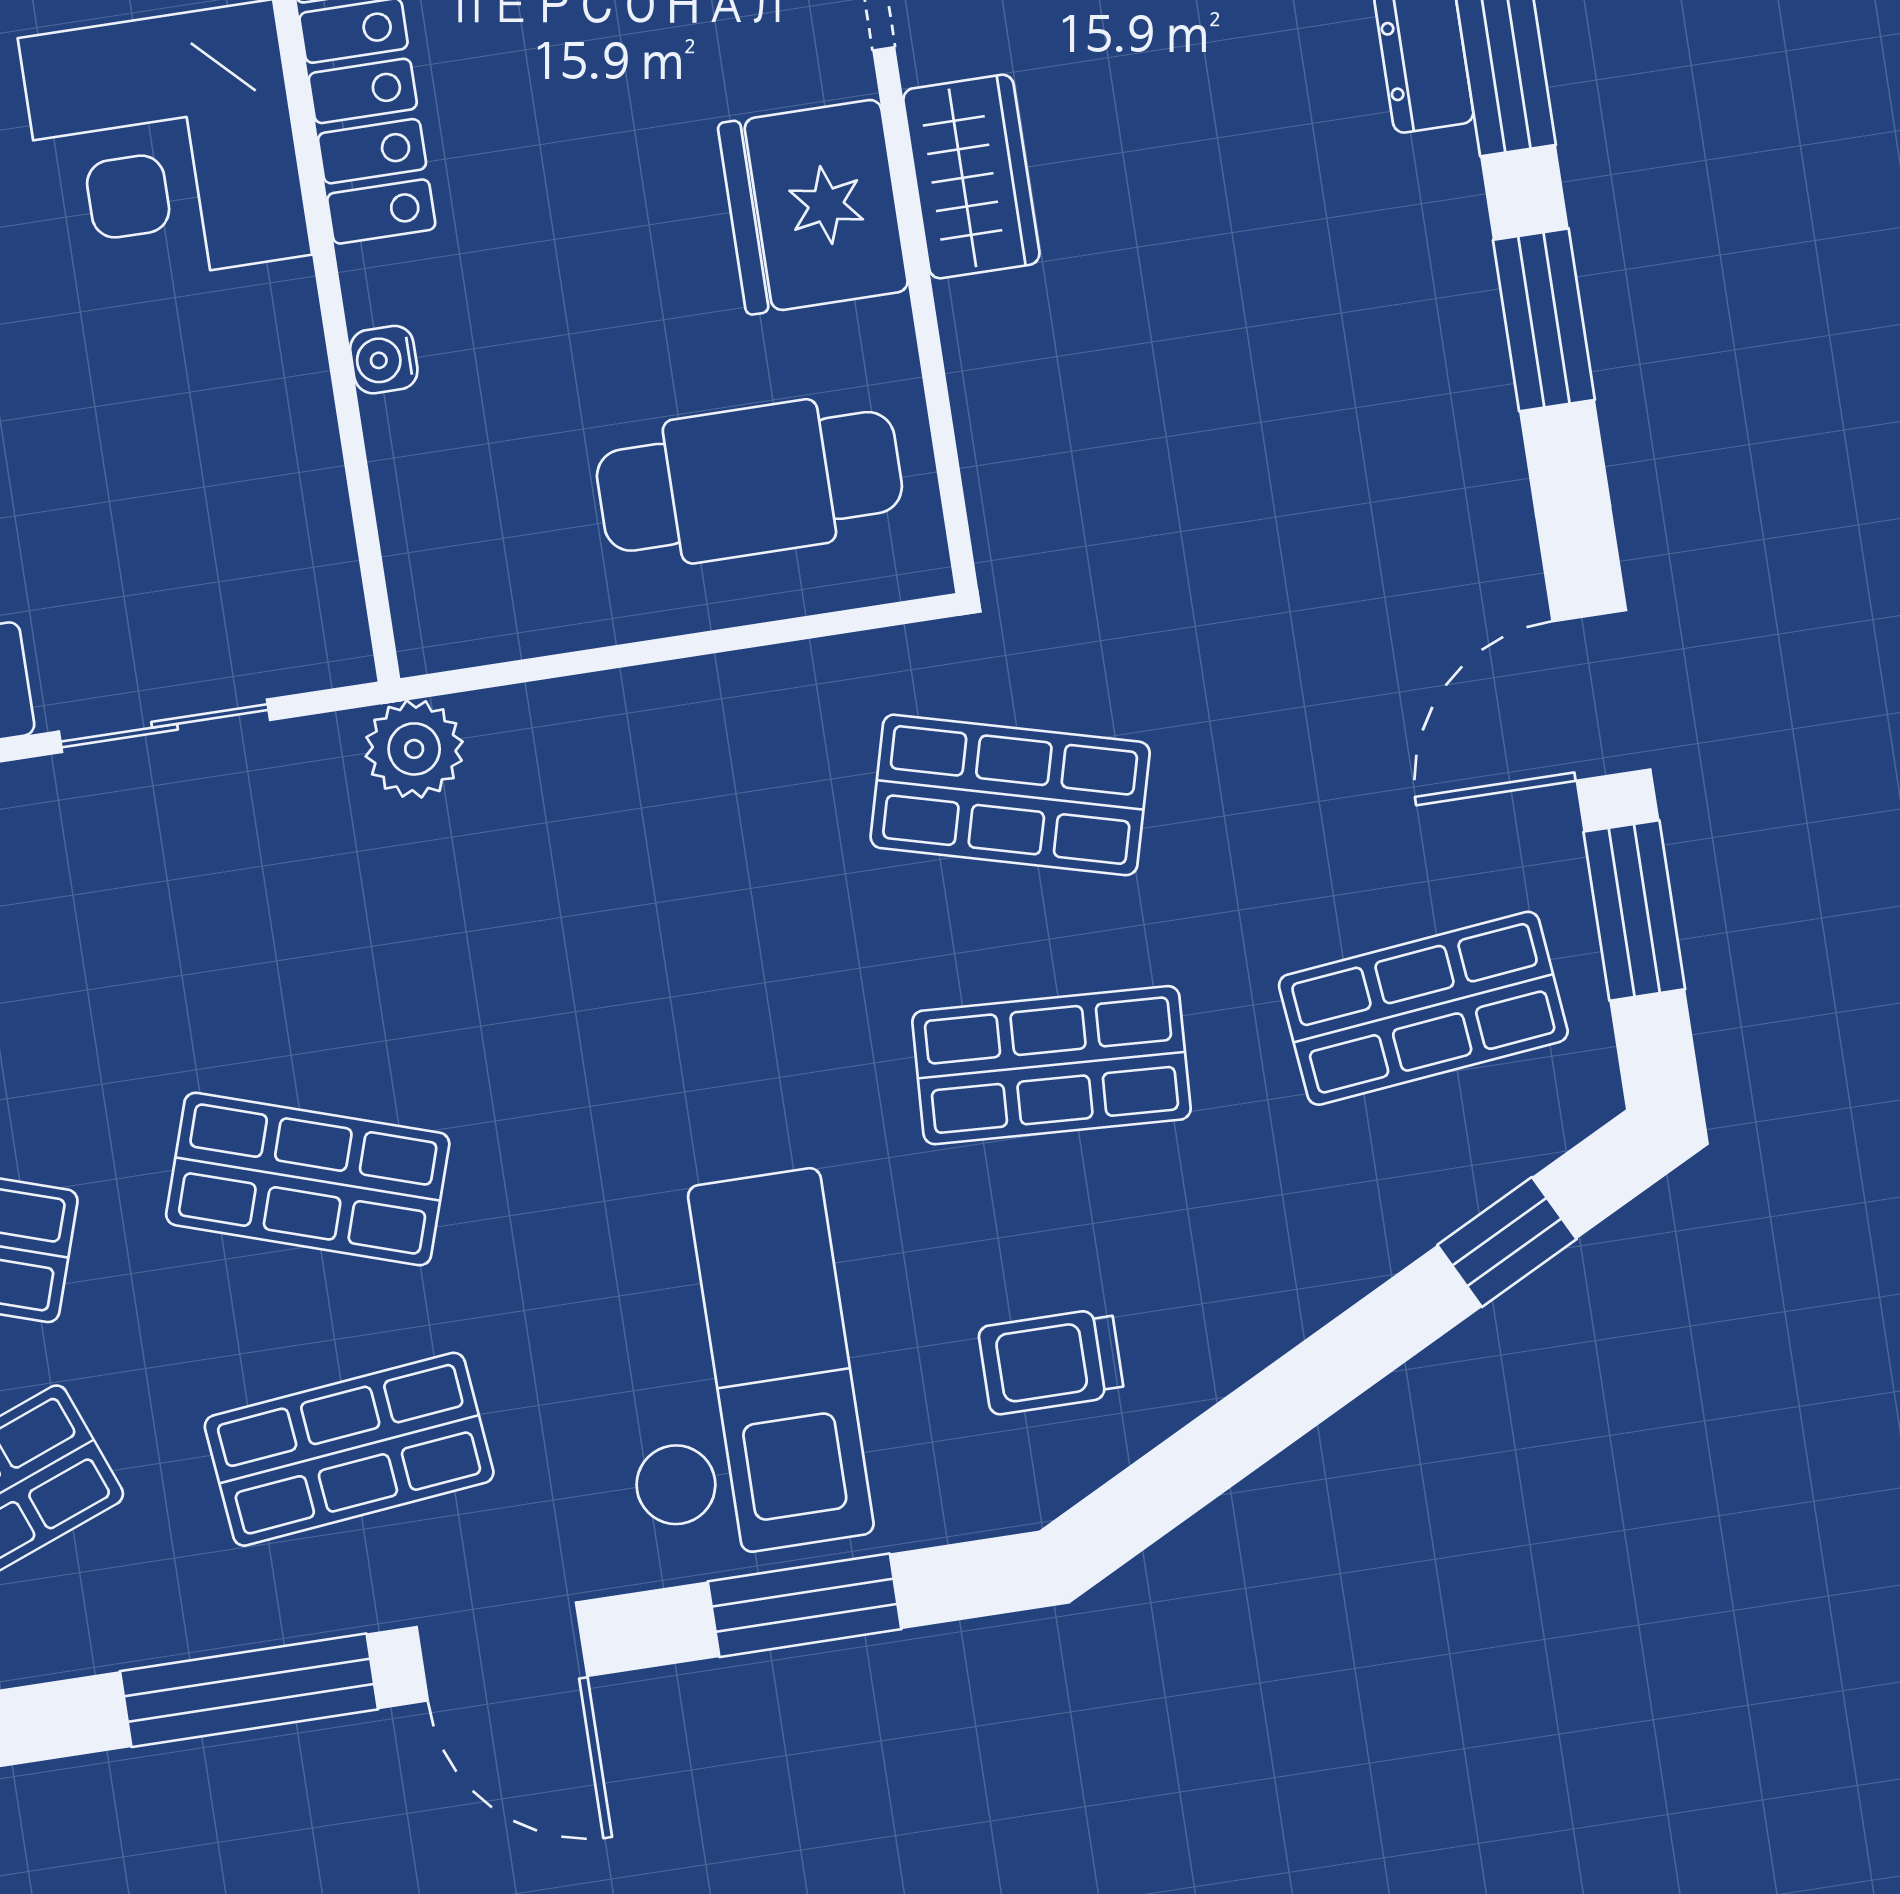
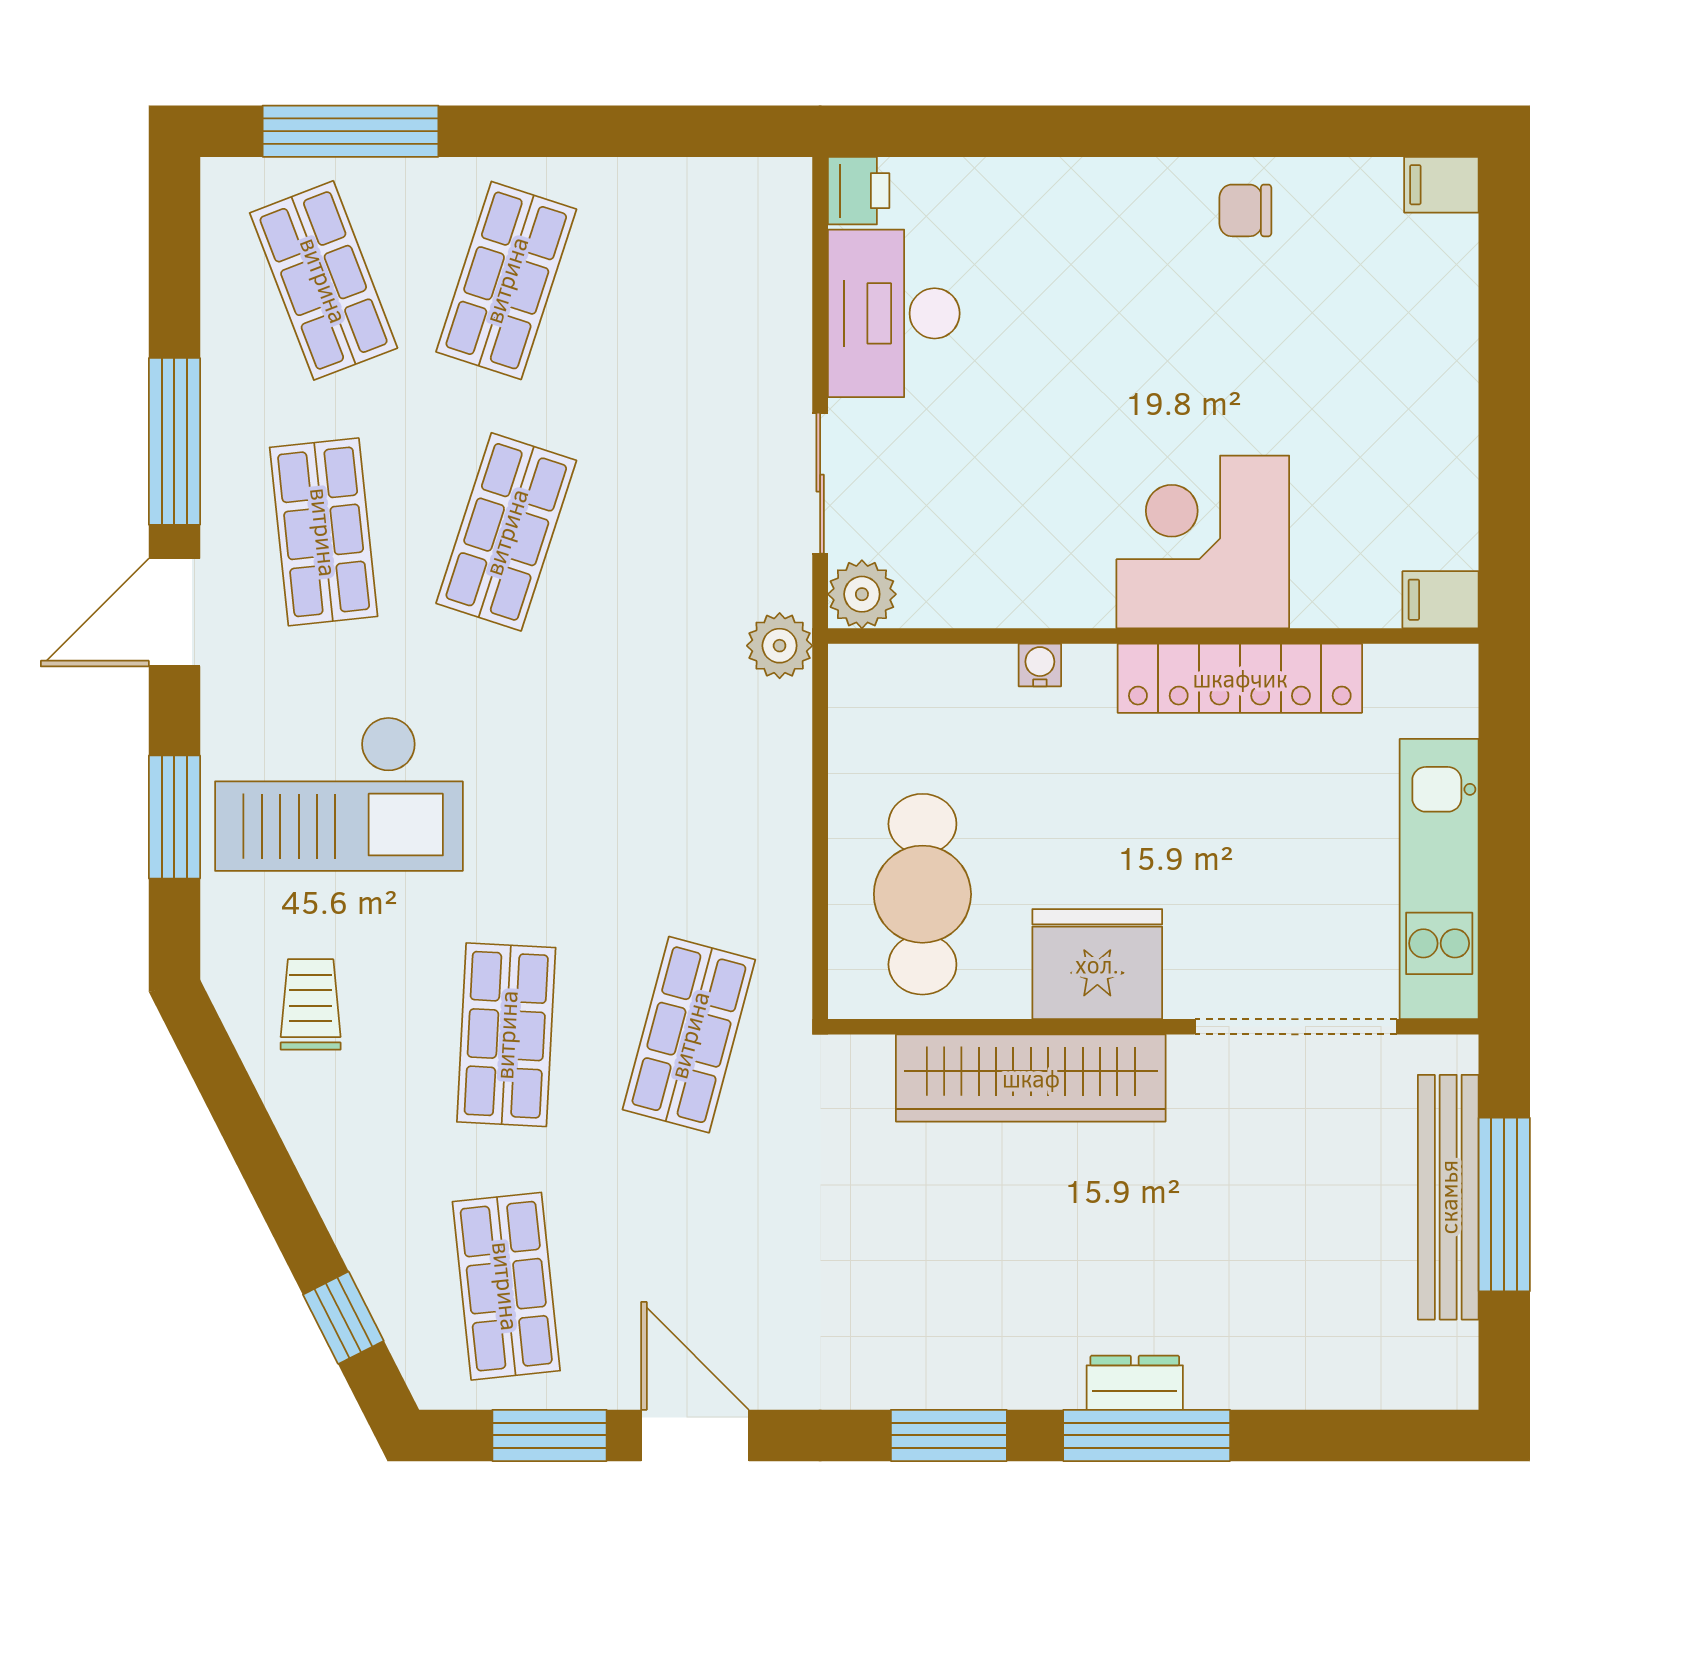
wardrobe: (971, 177) -> (1031, 1078), width x2.10, depth x1.17
plant: (319, 639) -> (862, 594), added

